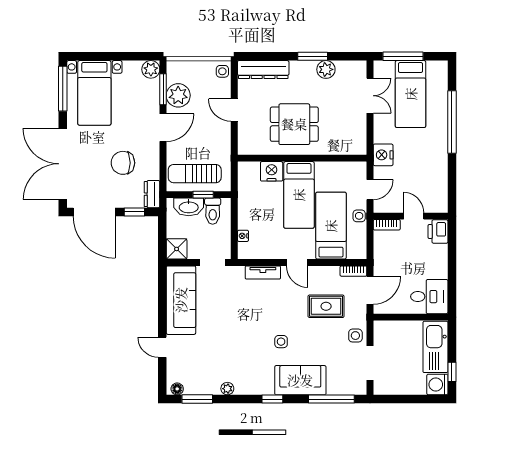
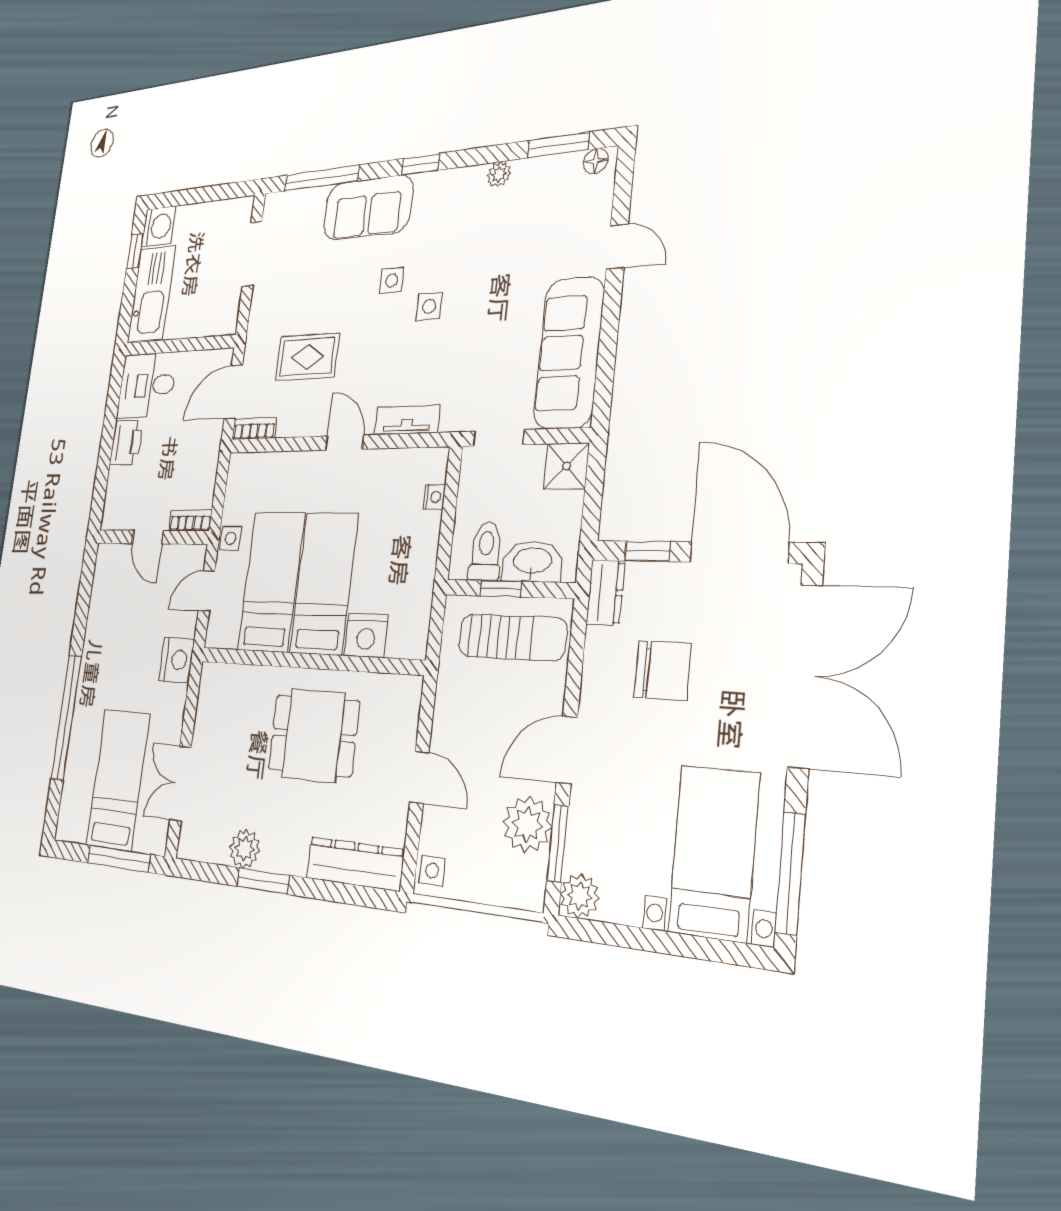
bed: (331, 226) -> (271, 582), moved, turned 180
printer: (438, 231) -> (126, 442), moved
side table: (355, 336) -> (429, 306), moved

